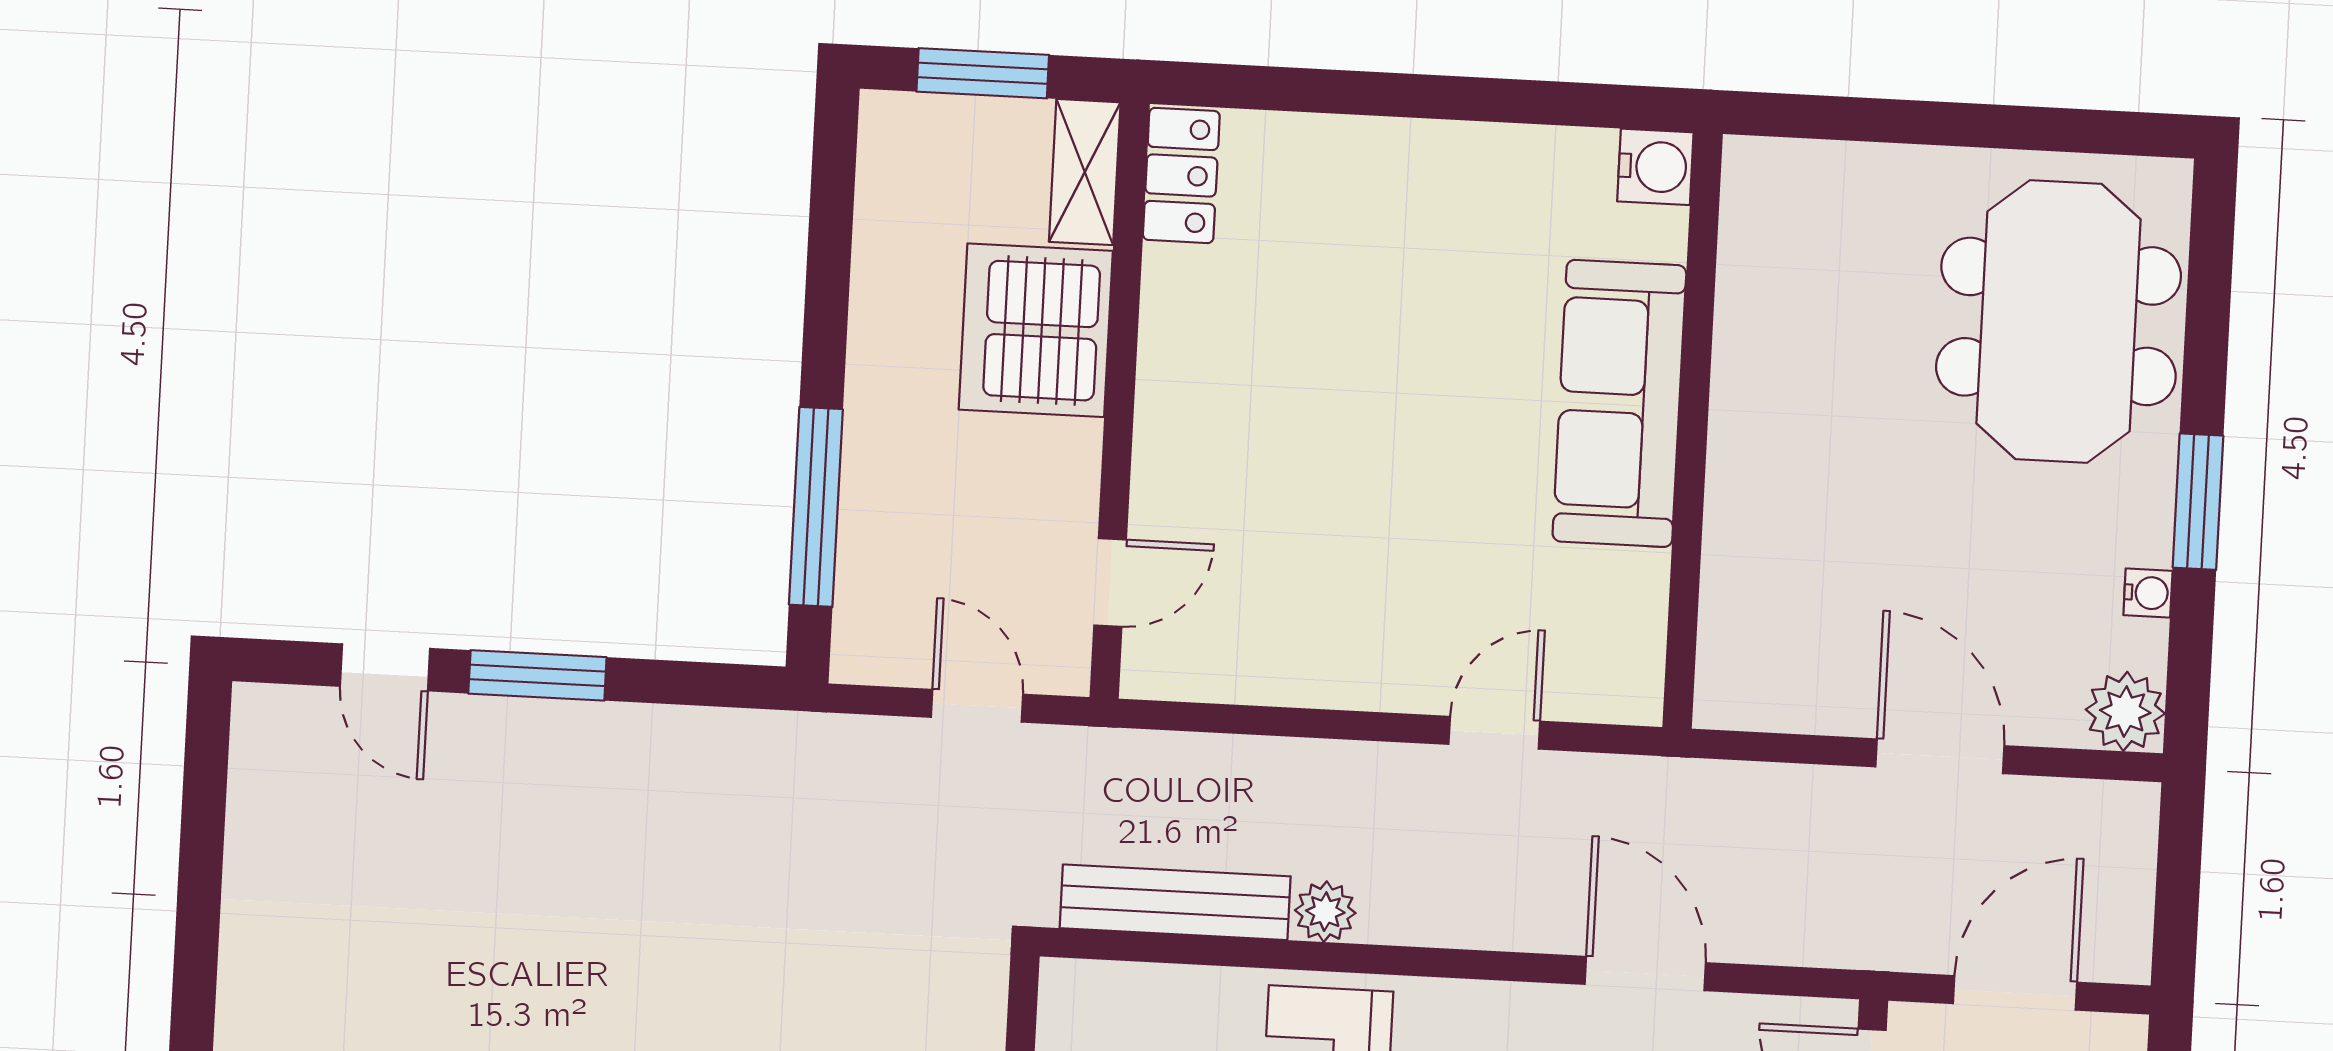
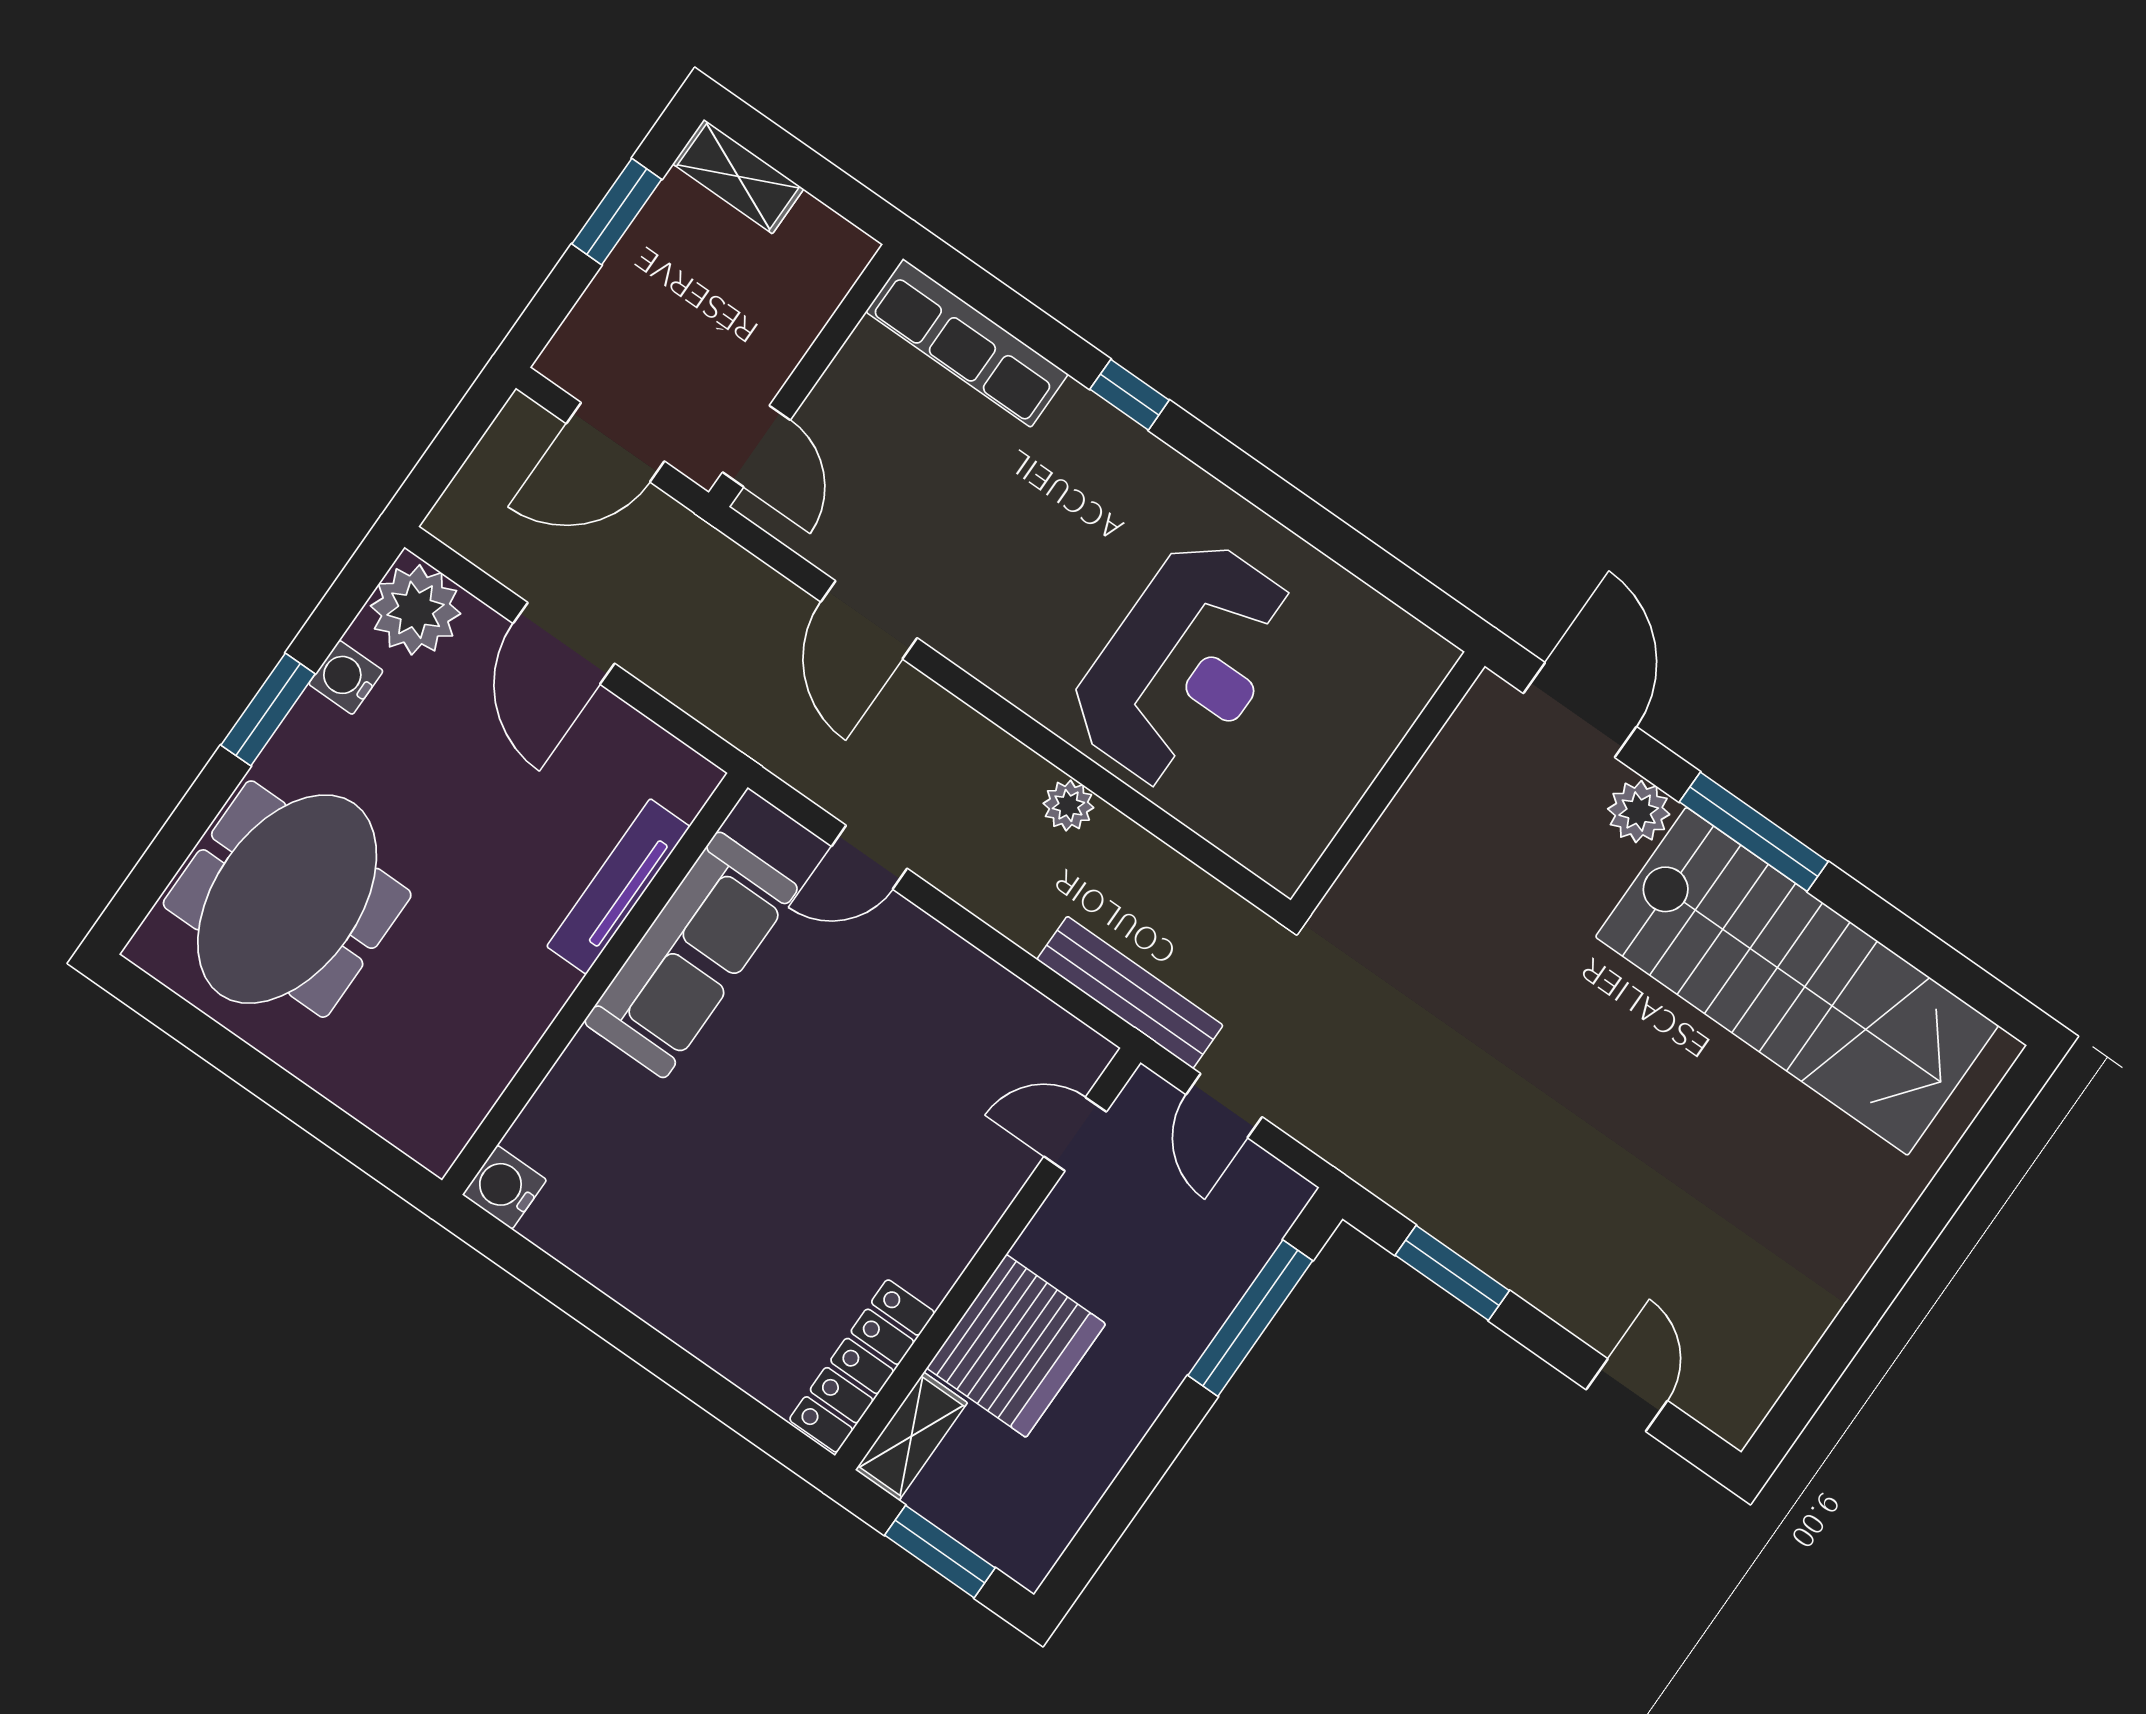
locker: (1181, 175) -> (862, 1366), width x1.53
sofa: (1619, 403) -> (691, 955), moved
tv unit: (1731, 544) -> (618, 886), added
water cooler: (2148, 593) -> (346, 677), width x1.38, depth x1.38
window: (537, 675) -> (1452, 1273), moved
plant: (2125, 711) -> (416, 610), width x1.36, depth x1.36
bench: (1175, 902) -> (1130, 992), moved

